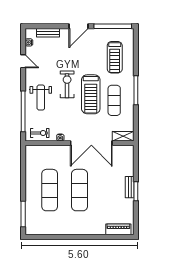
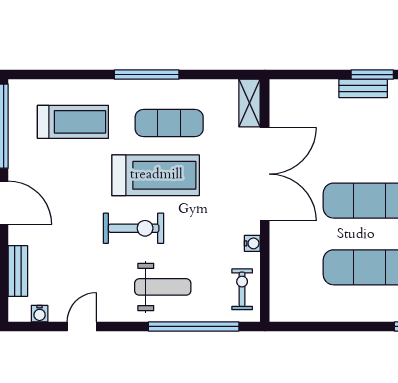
exercise bike: (67, 84) -> (134, 228), turned 180

